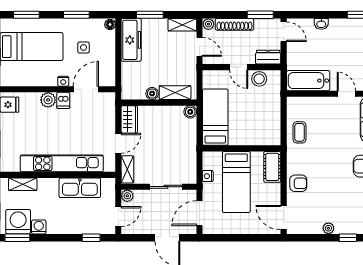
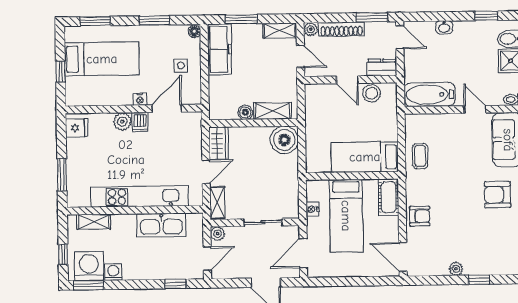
side table: (84, 47) -> (181, 66), moved
boiler: (190, 112) -> (284, 140), width x1.86, depth x1.86
bed: (215, 117) -> (365, 157), moved, turned -90

